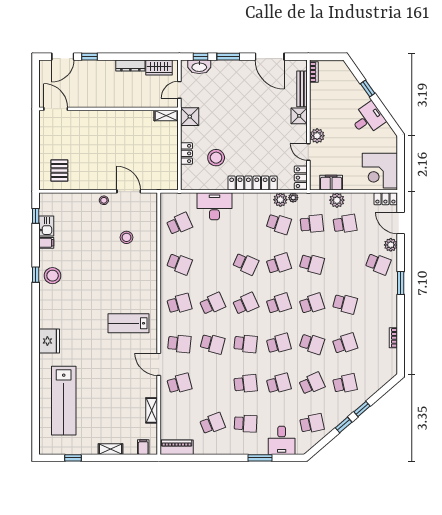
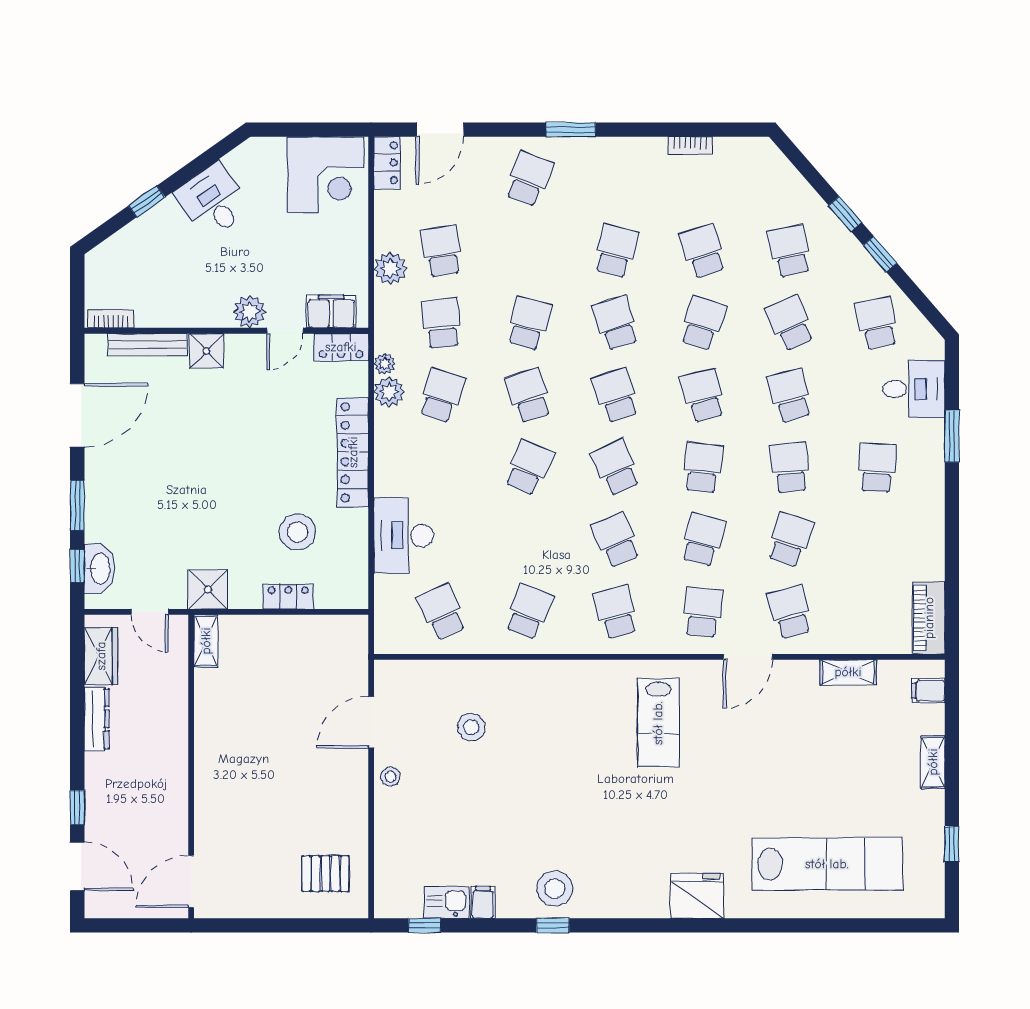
filing cabinet: (331, 183) -> (331, 311), moved, turned 90
plant: (391, 245) -> (487, 151), removed
school desk: (212, 424) -> (790, 540), moved, turned 39

